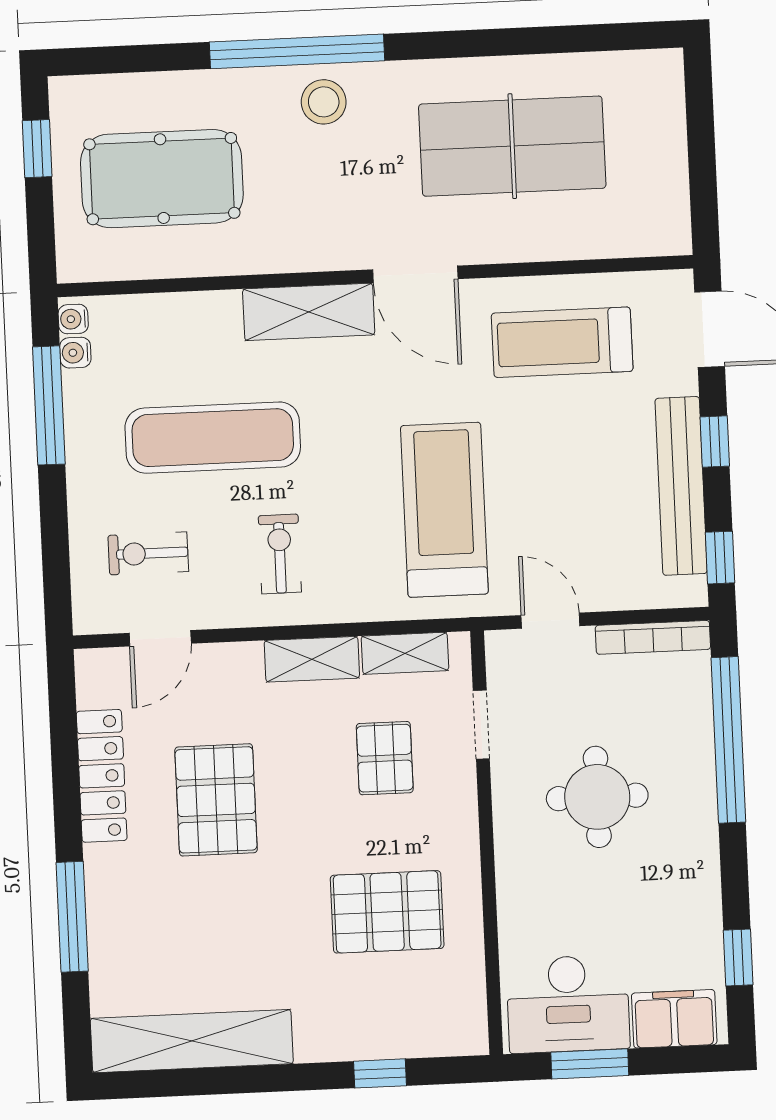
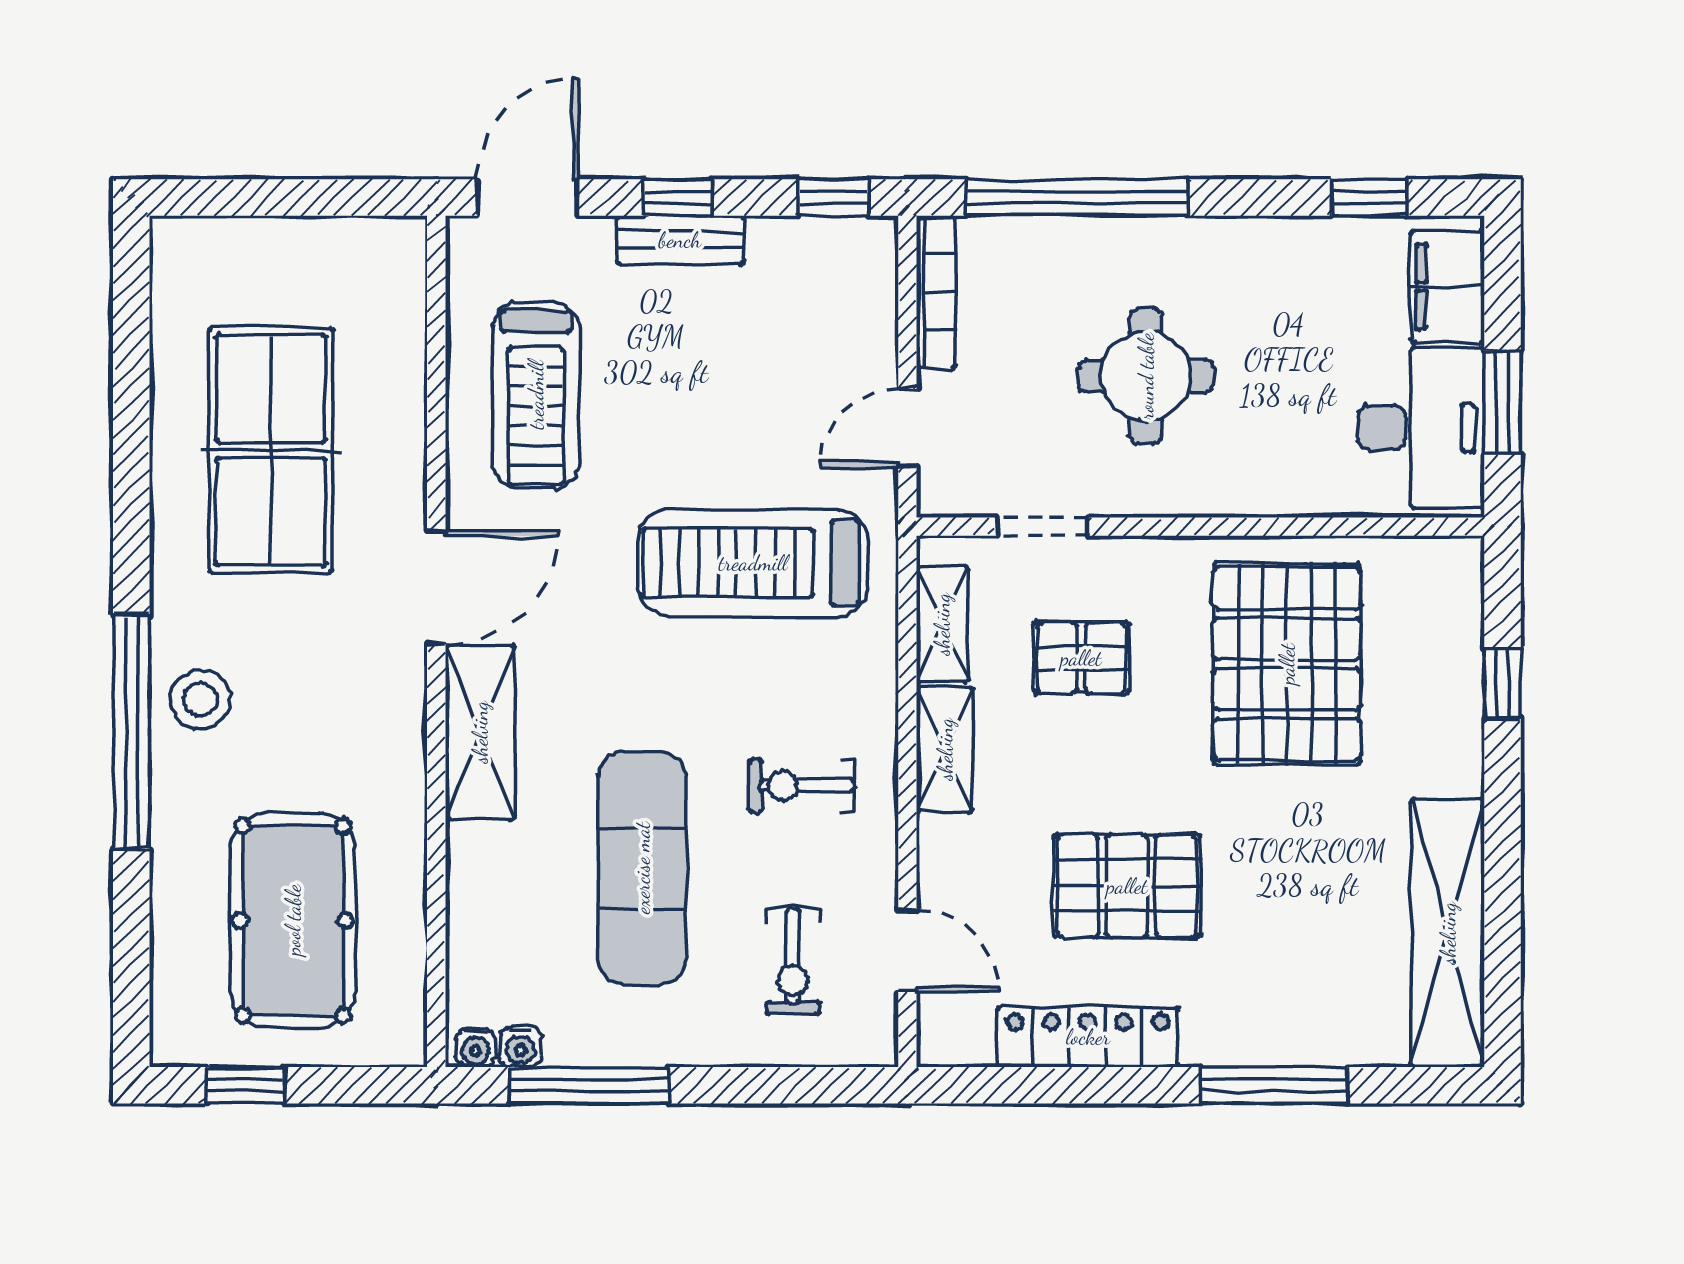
bench: (681, 486) -> (680, 240), width x0.54, depth x0.82
pallet: (387, 912) -> (1287, 664), width x1.37, depth x1.41

